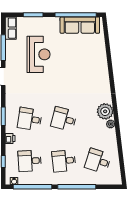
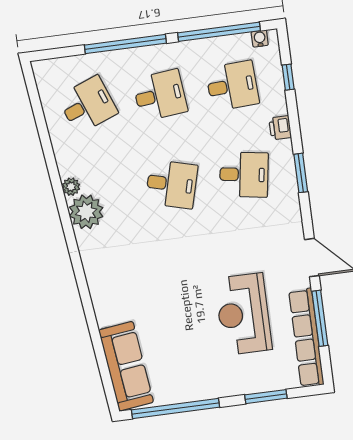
sofa: (80, 25) -> (126, 366), moved, turned 83
row of seats: (11, 28) -> (306, 338), width x2.02
desk: (98, 161) -> (87, 105), turned -39

